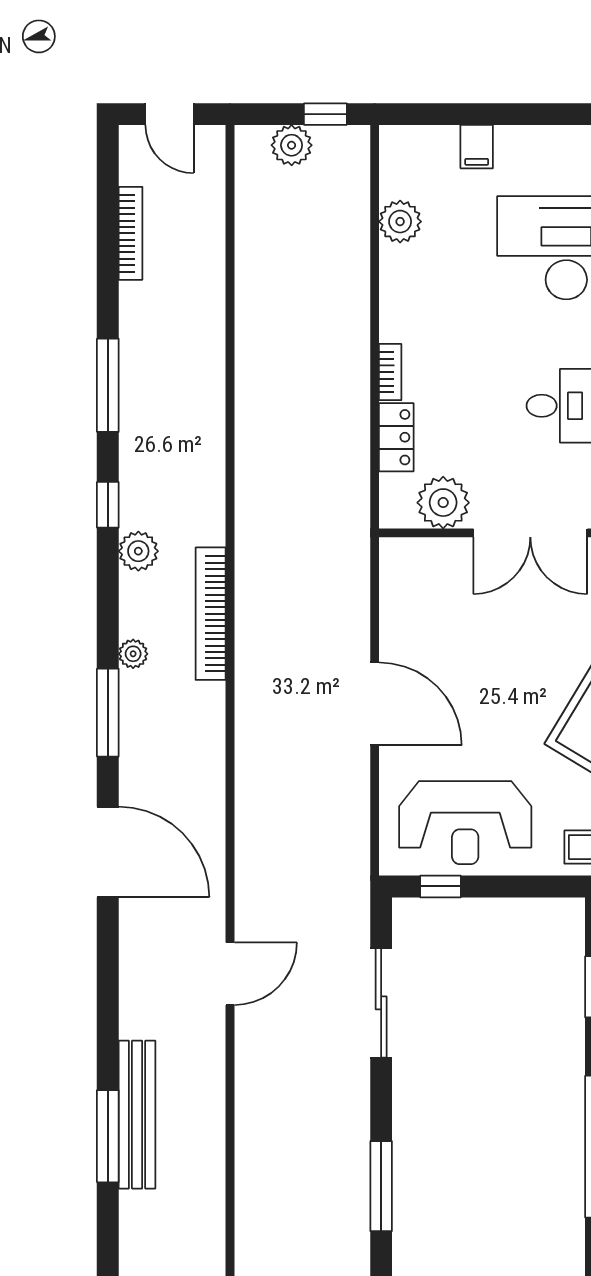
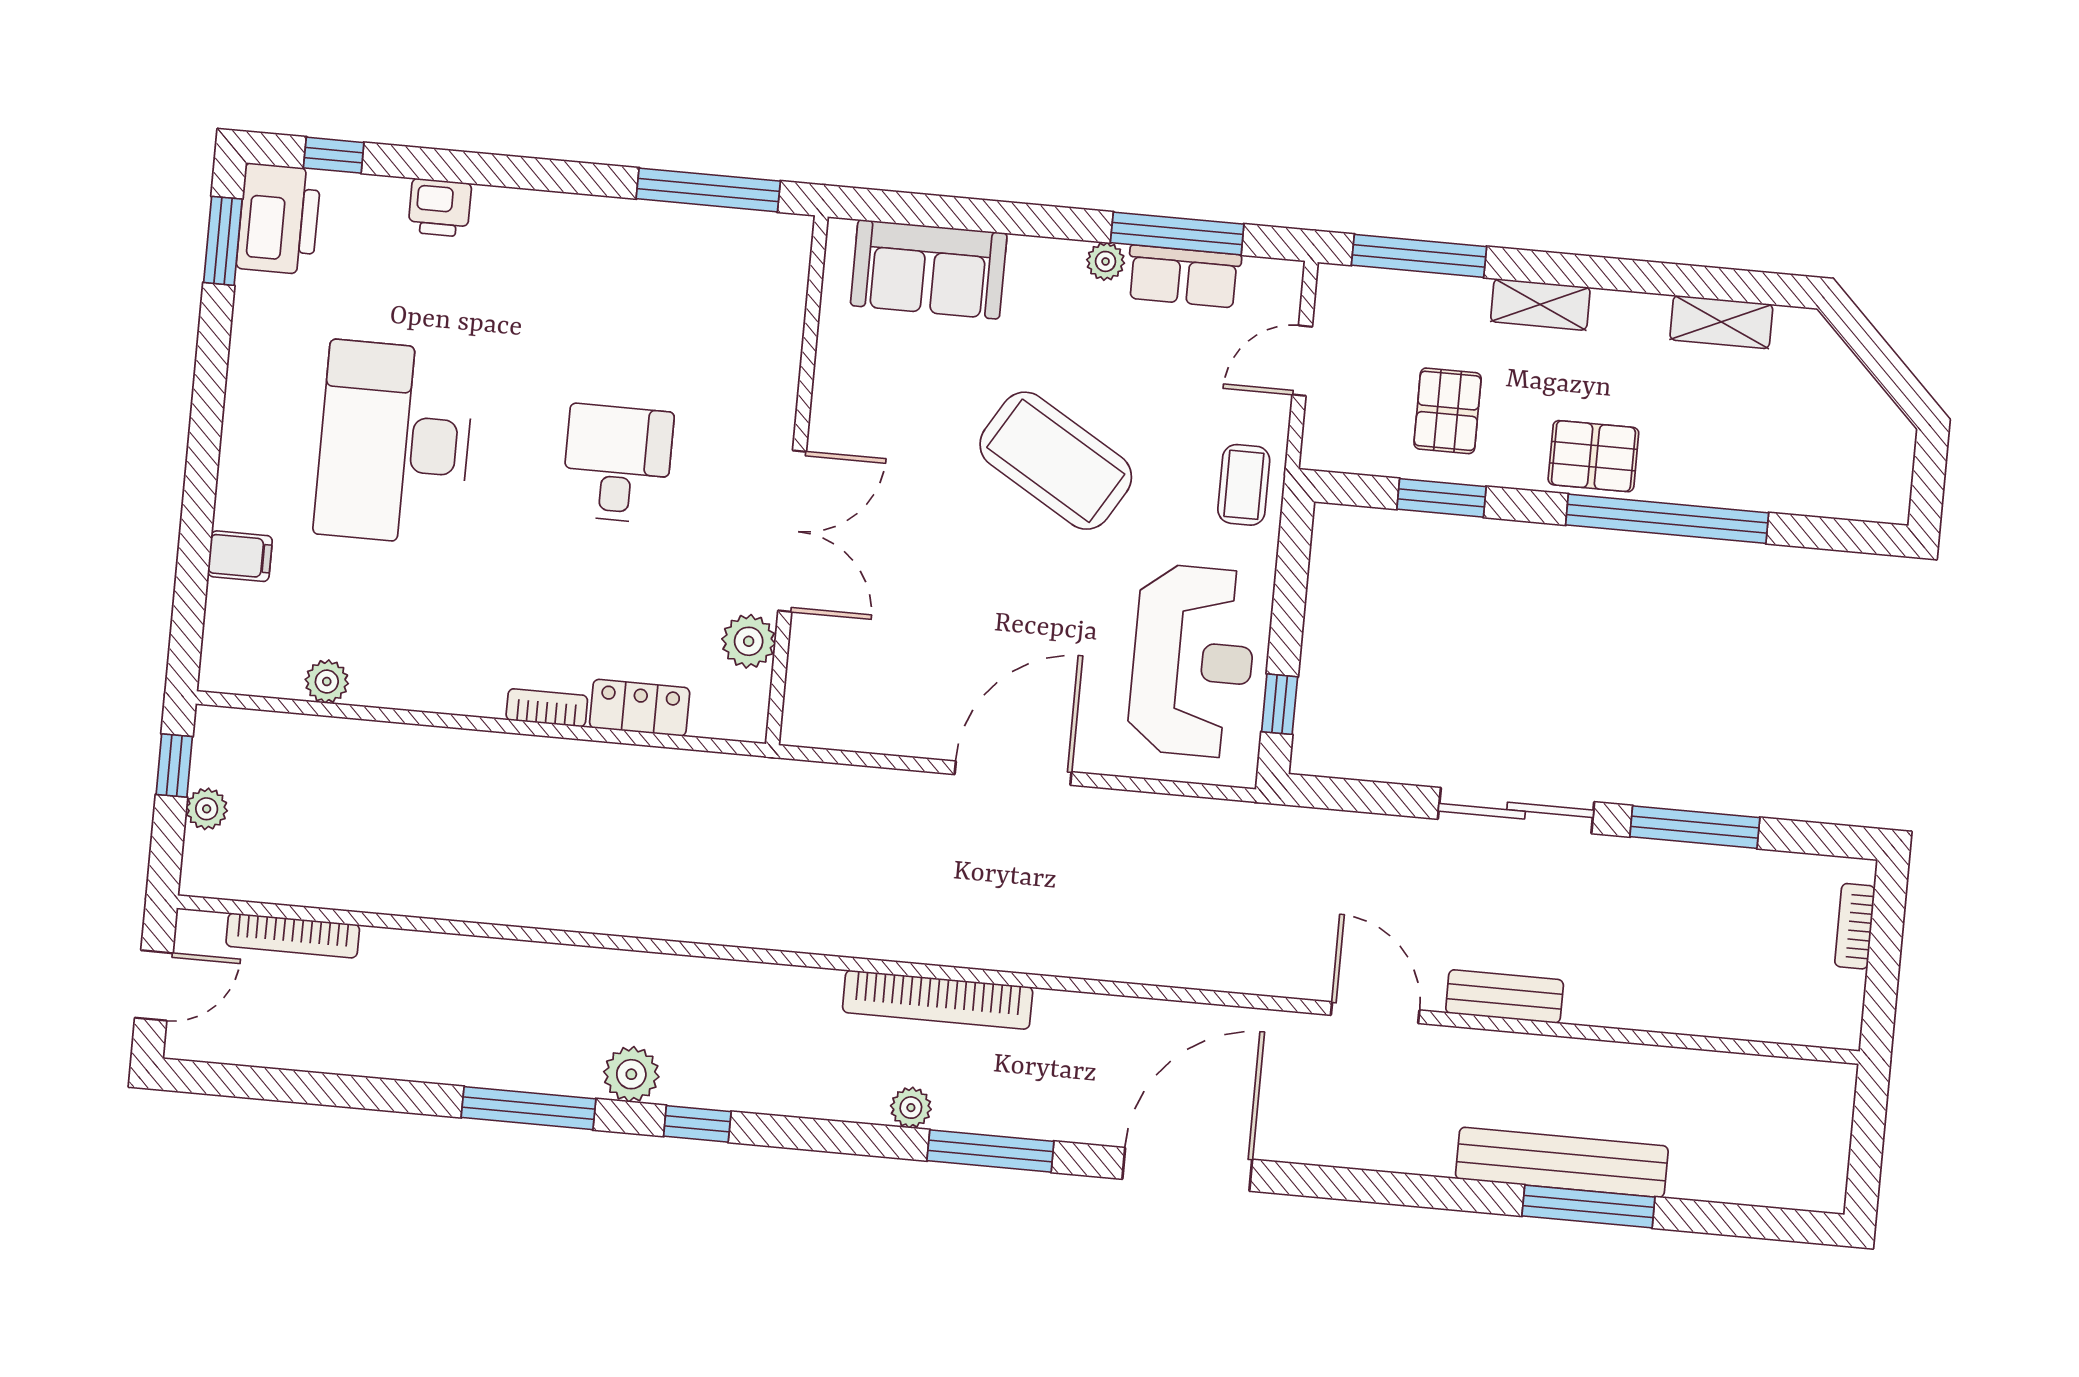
plant: (292, 145) -> (207, 809), width x0.73, depth x0.73
plant: (400, 222) -> (327, 682), width x0.73, depth x0.73
bookcase: (131, 233) -> (293, 935), moved, turned 180
plant: (443, 503) -> (749, 641), width x0.73, depth x0.73
plant: (138, 551) -> (631, 1074), moved
bookcase: (211, 614) -> (938, 1000), moved
sliding door: (381, 1003) -> (1516, 811), moved
bench: (250, 1064) -> (1505, 996), added

